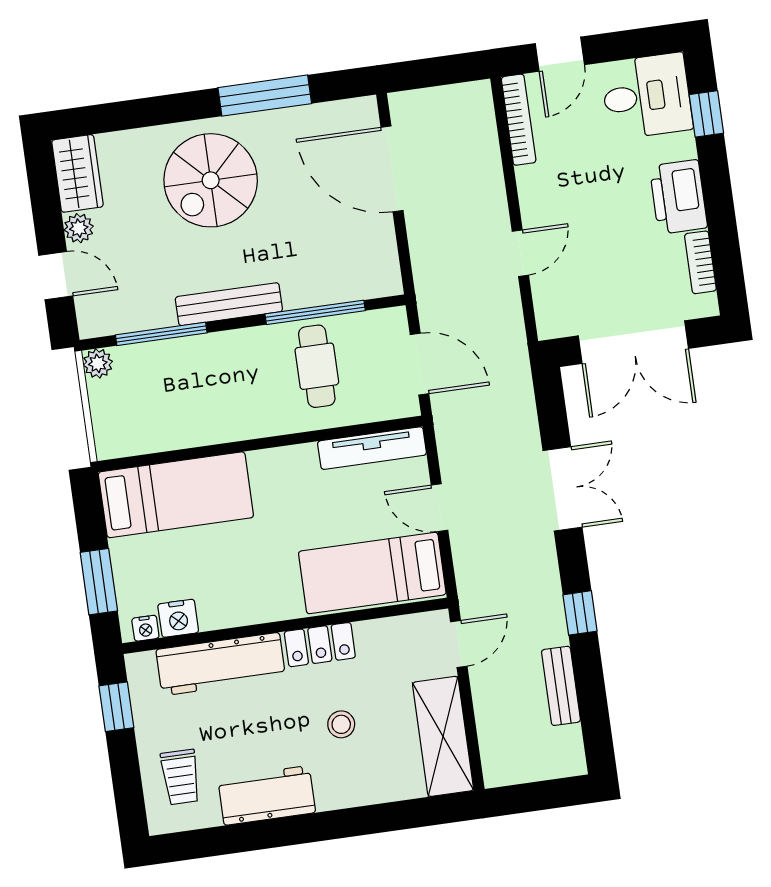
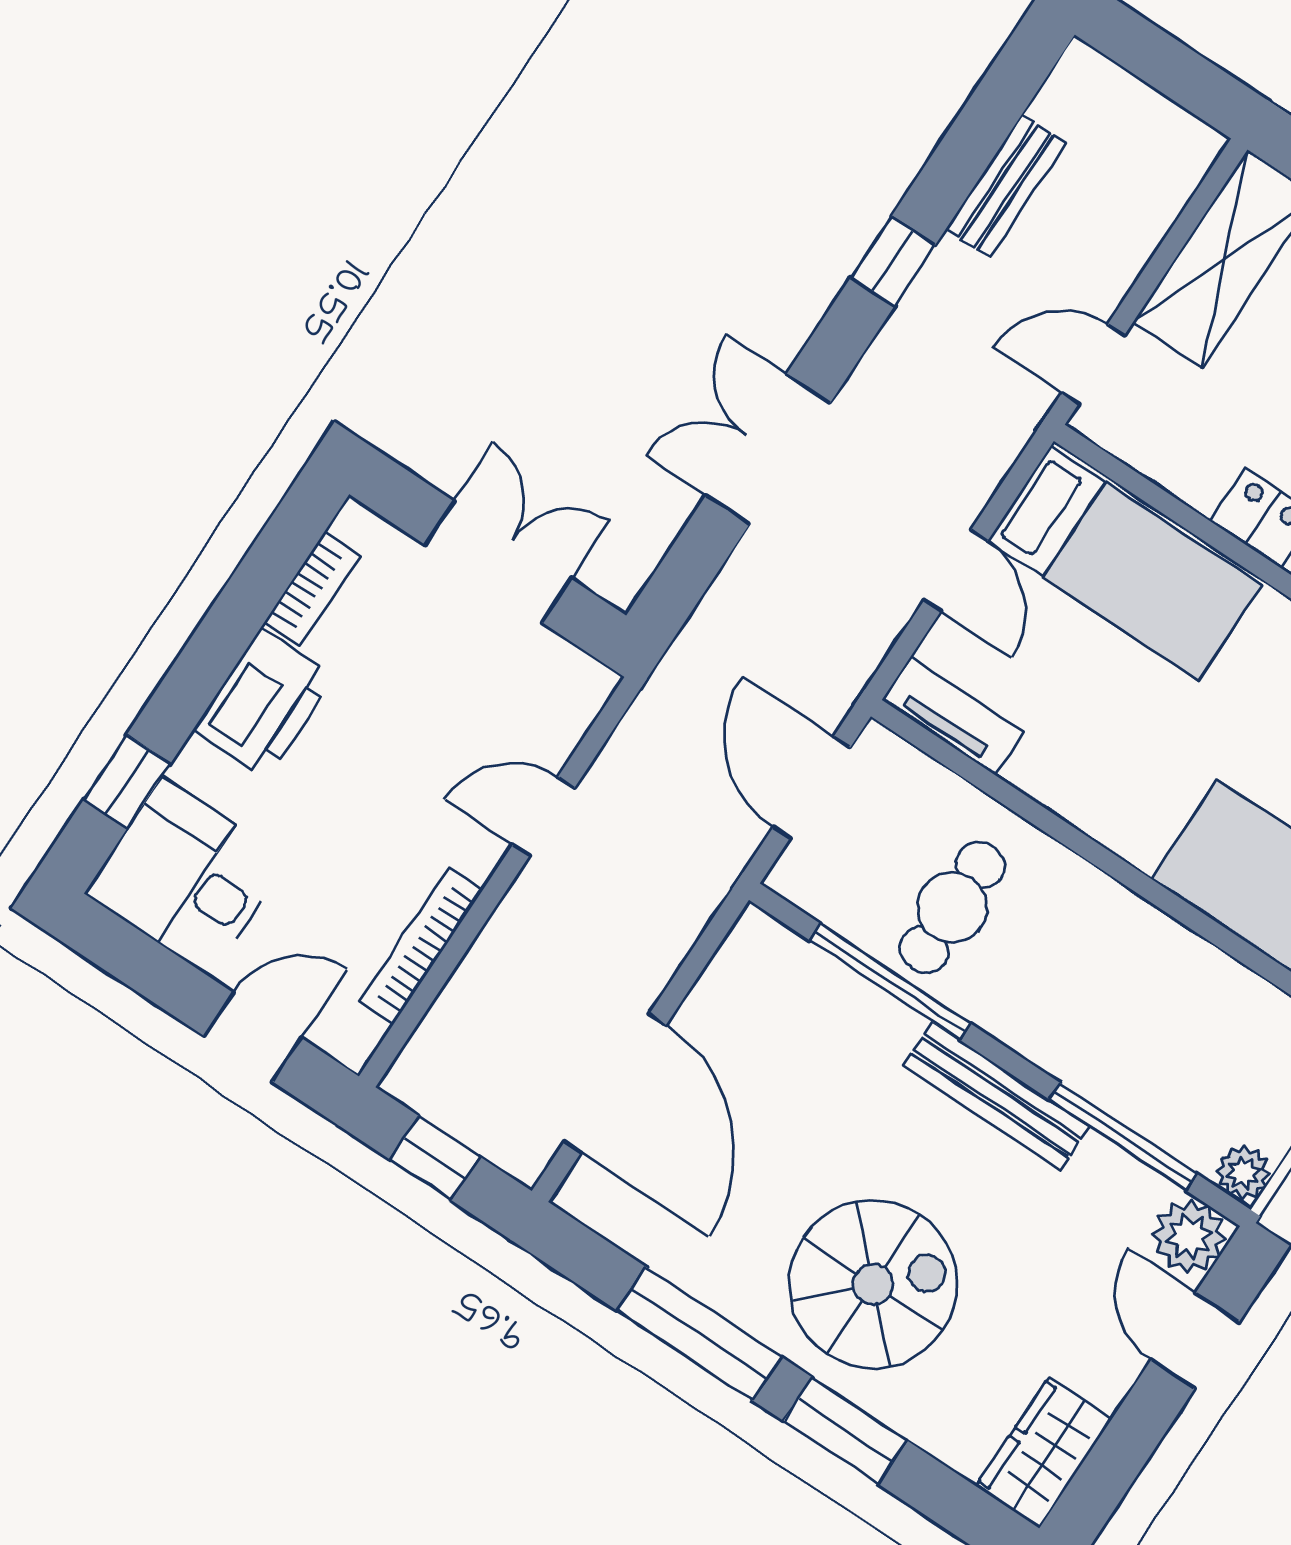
window: (440, 71) -> (435, 1158), added
window: (168, 109) -> (845, 1431), added
bookcase: (519, 120) -> (421, 946), moved
plant: (79, 228) -> (1189, 1236), moved, width x1.38, depth x1.38
double door: (633, 342) -> (498, 562), width x0.73
tv unit: (372, 448) -> (953, 716), width x0.71

